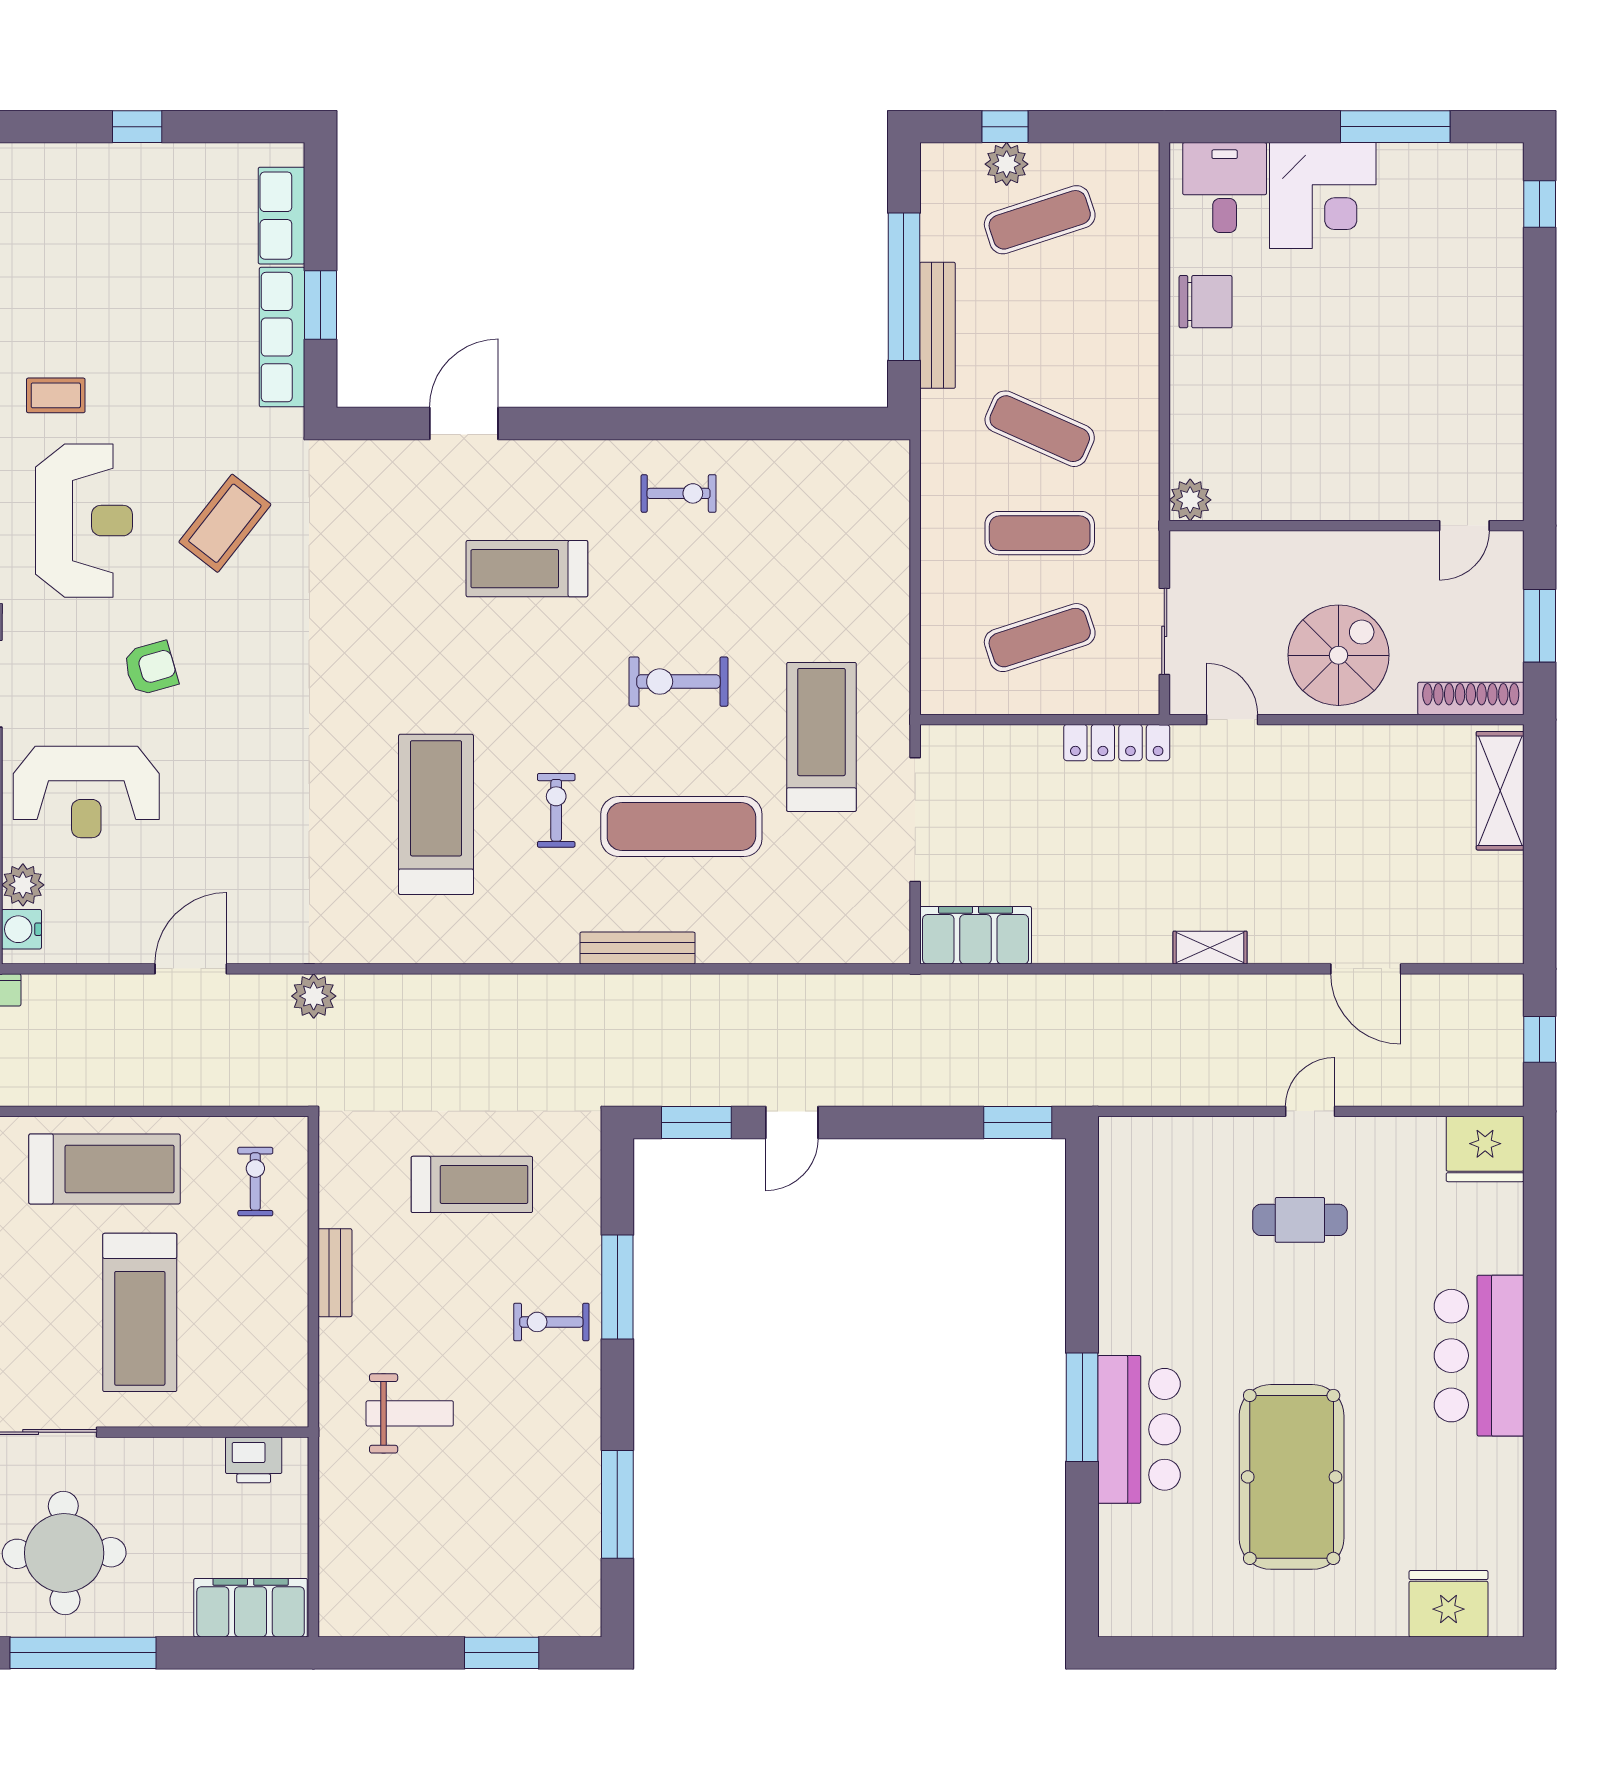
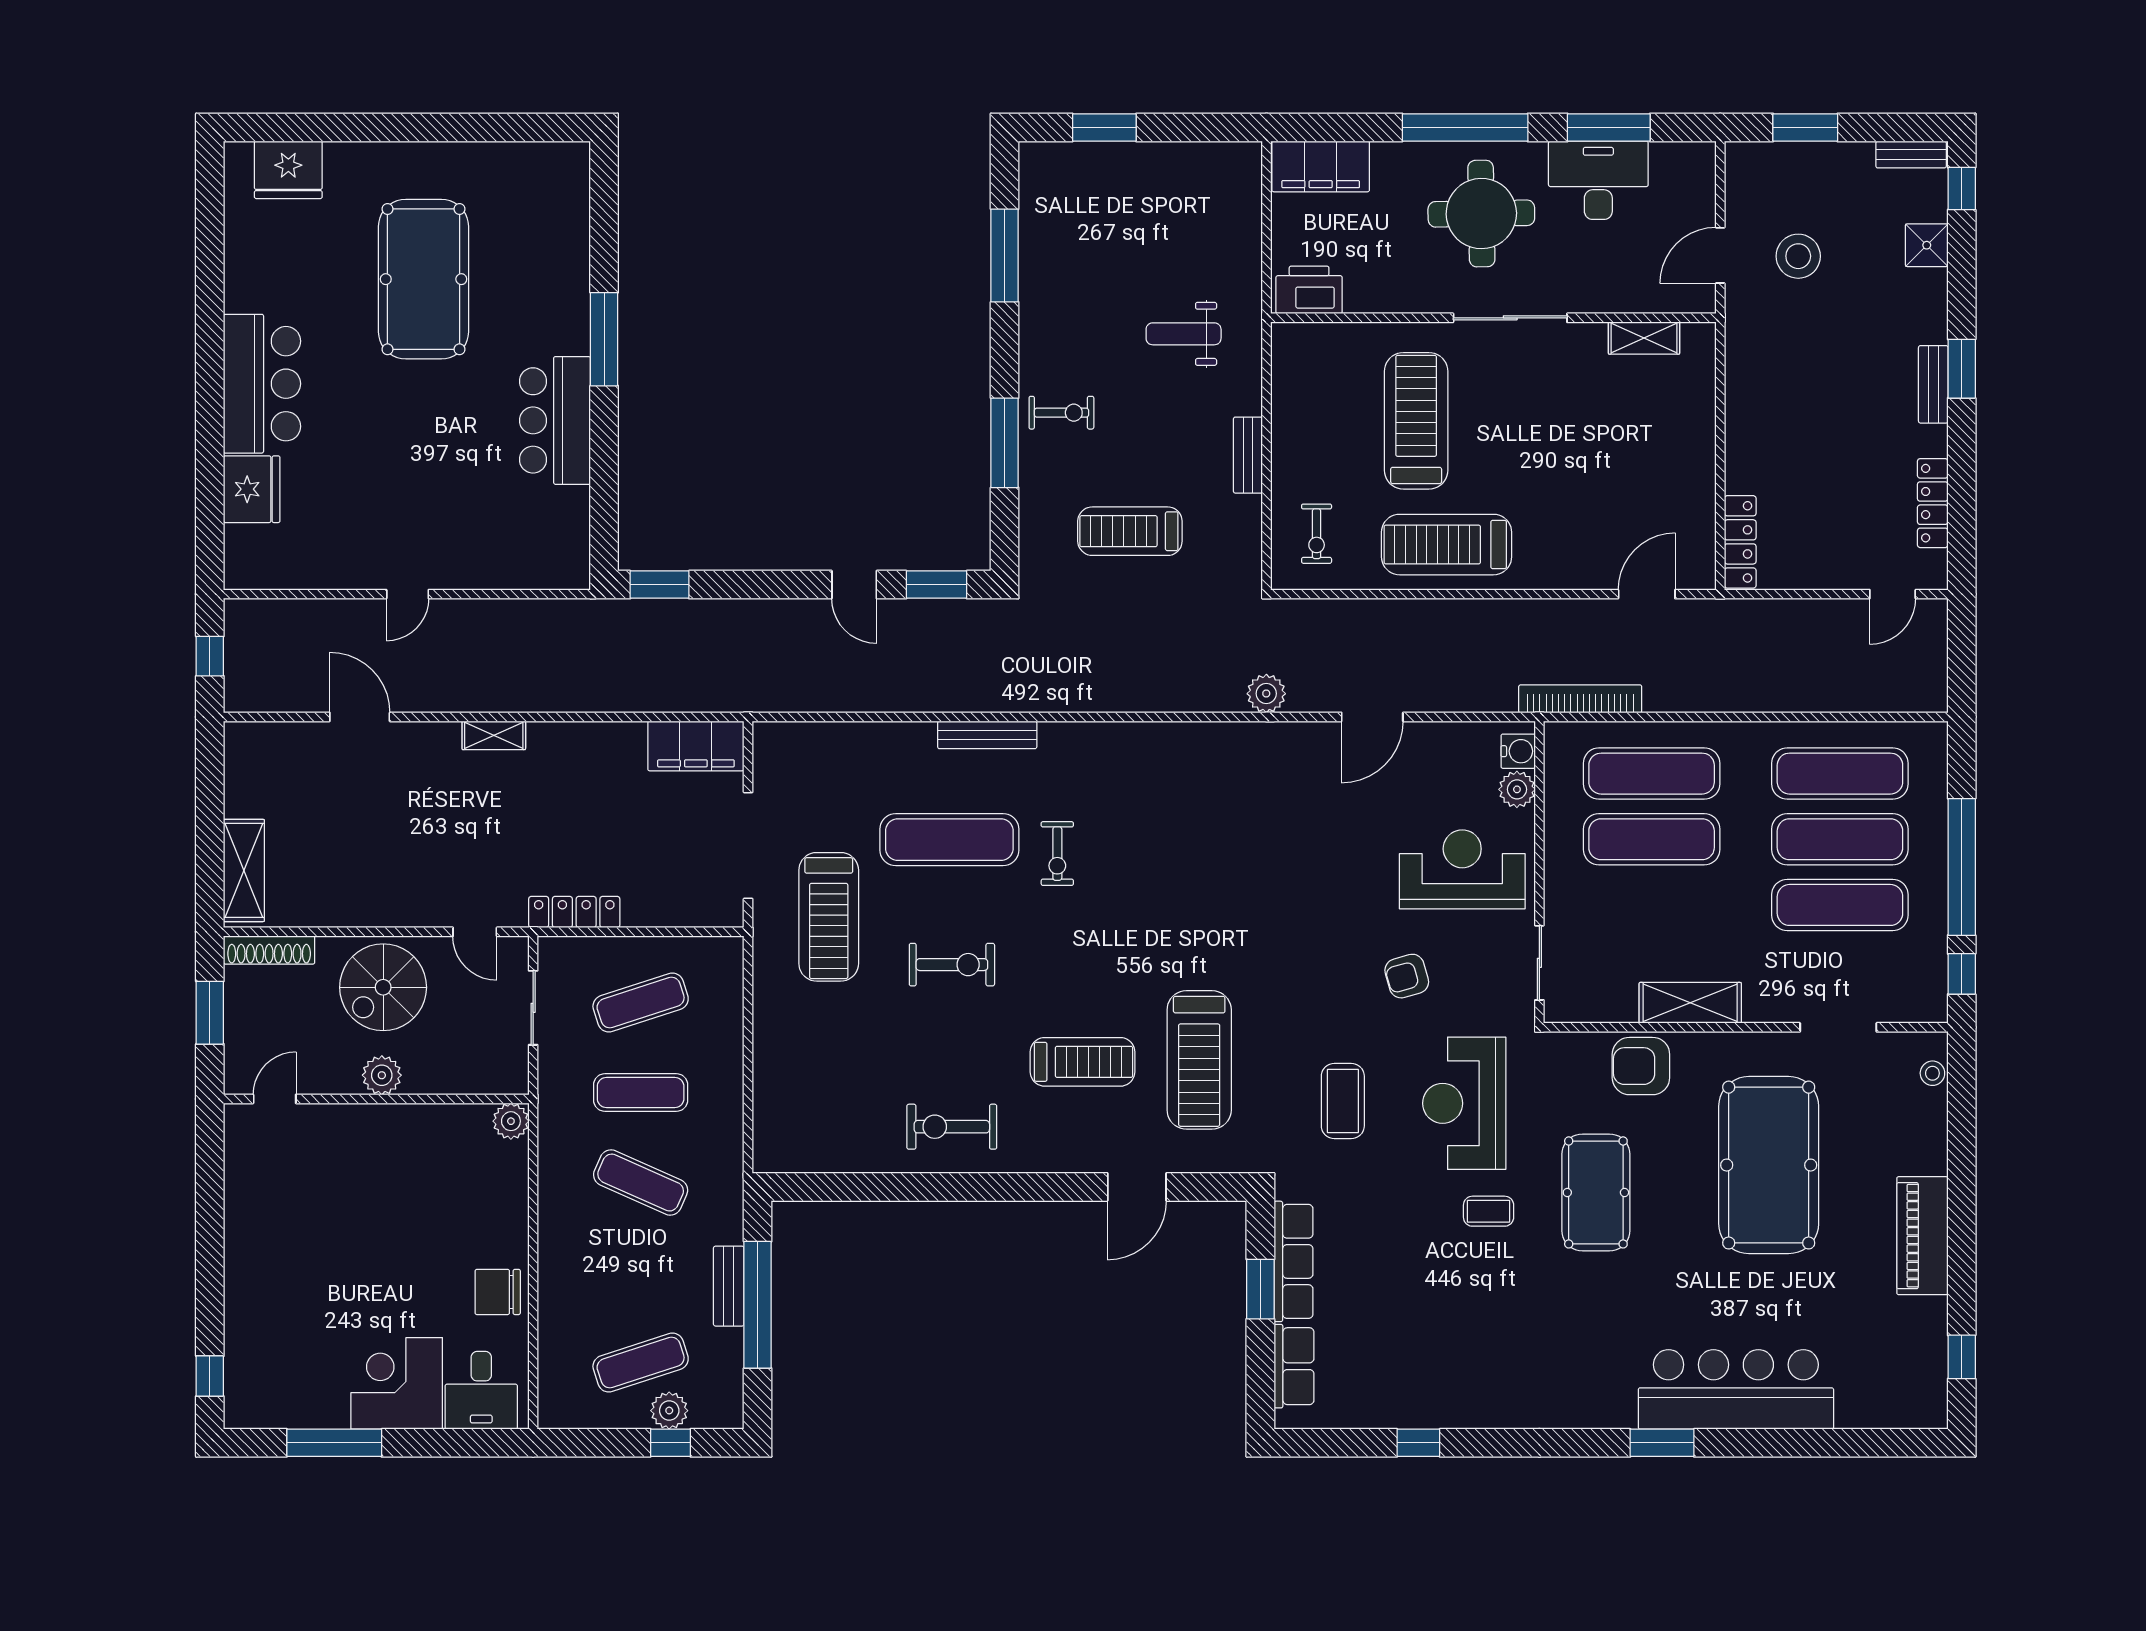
bench: (937, 325) -> (729, 1286), width x0.73
exercise bike: (679, 493) -> (952, 1127), width x1.38, depth x1.39
coffee table: (225, 523) -> (1343, 1101), turned -38
plant: (1340, 553) -> (382, 1075), added
treadmill: (436, 814) -> (1199, 1060), moved
door: (792, 1122) -> (854, 585), swing flipped
fridge: (1485, 1149) -> (252, 489), moved, turned 90
cafe table: (1300, 1220) -> (416, 501), removed
bar counter: (1139, 1429) -> (555, 420), moved
printer: (254, 1460) -> (1309, 290), width x1.37, depth x1.19

